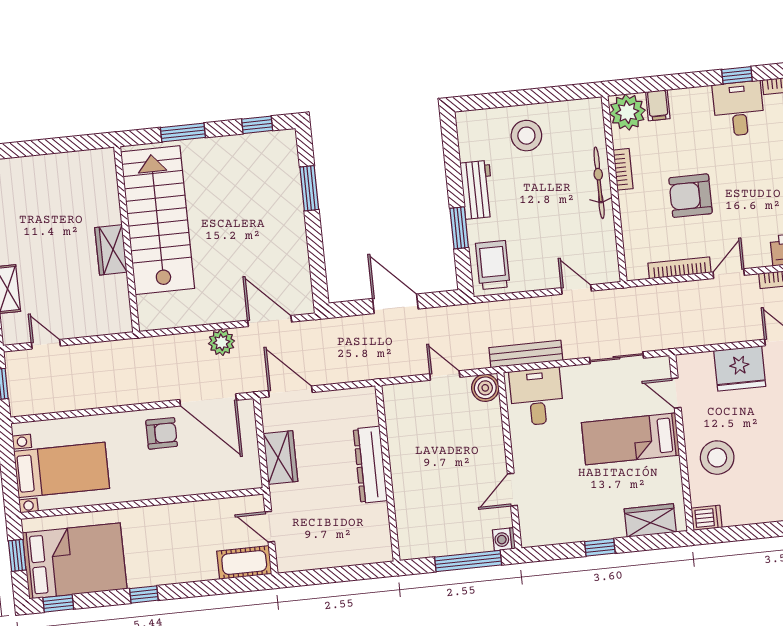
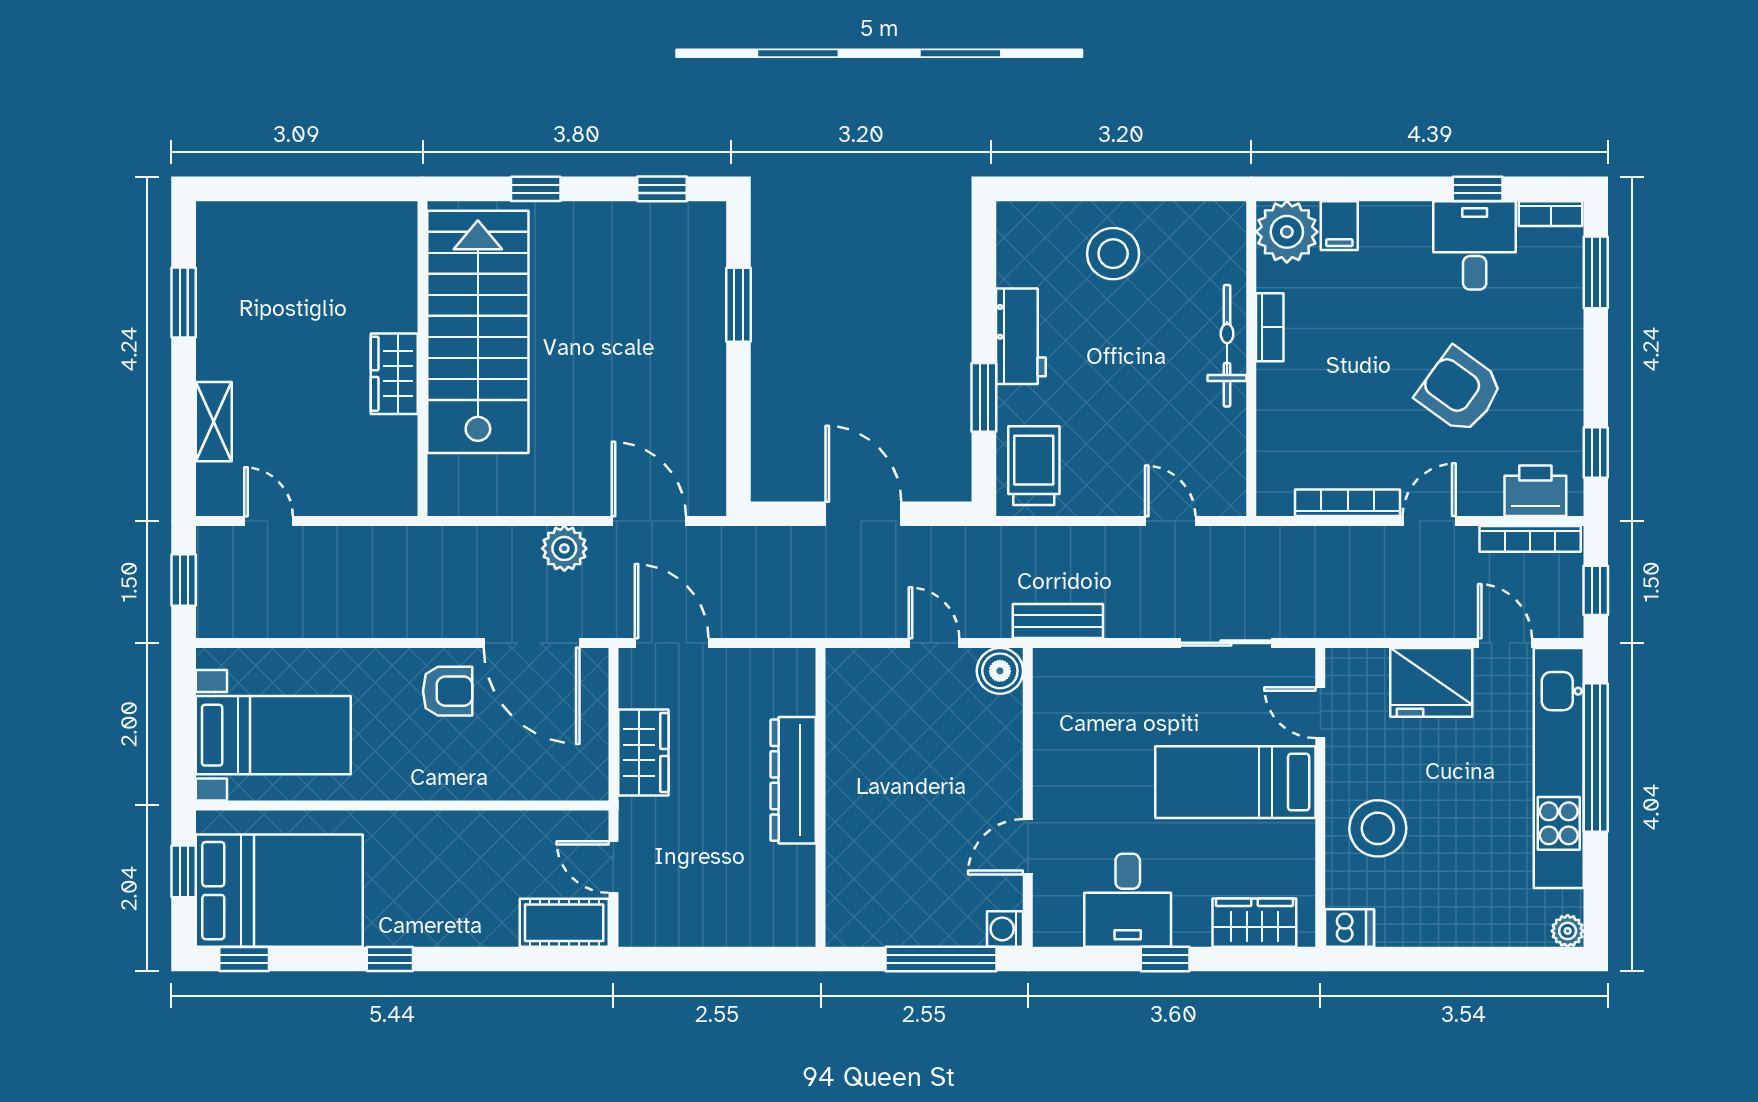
window: (183, 132) -> (536, 189), width x0.67
armchair: (691, 196) -> (1460, 391), moved, turned 36
bench: (526, 354) -> (1058, 621), width x0.73
desk: (537, 397) -> (1128, 900), moved, turned 180

